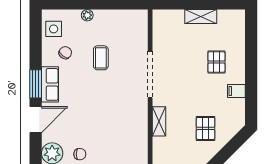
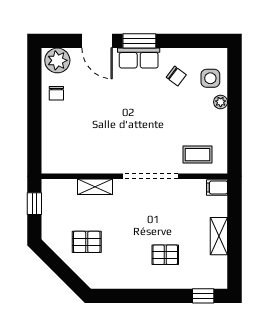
side table: (54, 29) -> (210, 78), moved
window: (251, 30) -> (203, 296), added
coffee table: (101, 58) -> (197, 155), moved
filing cabinet: (236, 91) -> (217, 187), moved, turned -90

